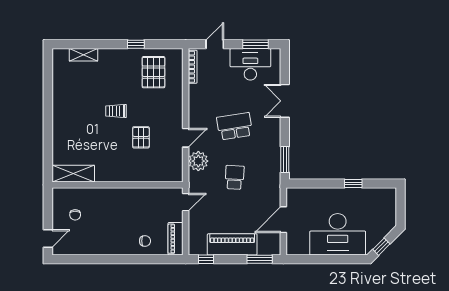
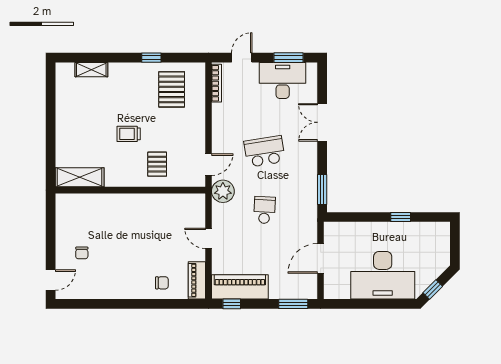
shelving: (73, 174) -> (80, 177), moved
wall: (117, 185) -> (130, 190), moved
door: (186, 202) -> (208, 238), swing flipped
piano: (232, 244) -> (240, 287), moved

